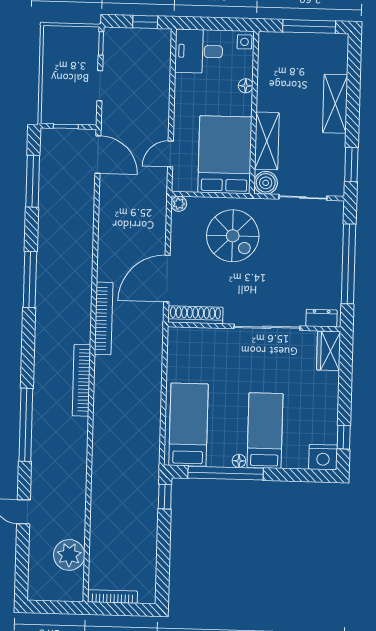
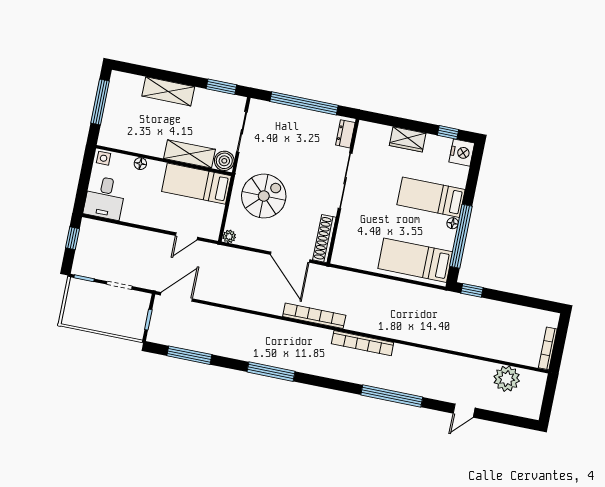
door: (170, 154) -> (186, 236), hinge flipped
bed: (225, 155) -> (196, 184), width x0.67
wardrobe: (329, 351) -> (408, 139), moved

